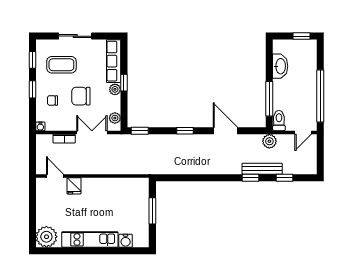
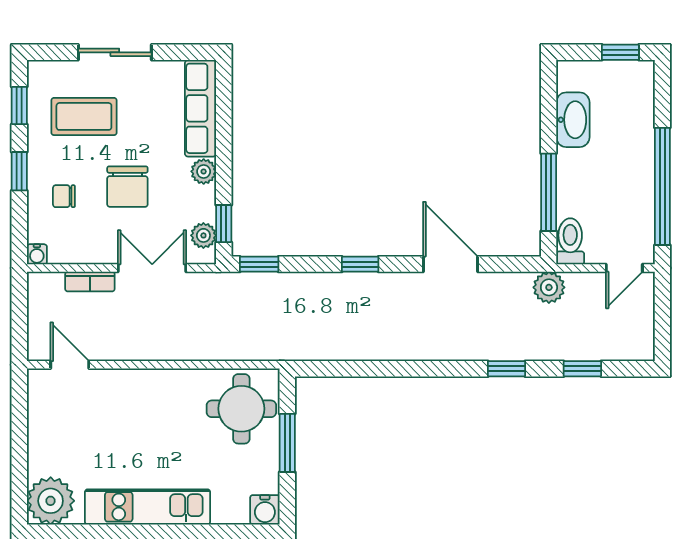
window: (124, 83) -> (224, 224), moved
chair: (81, 96) -> (127, 187), turned -90
bench: (262, 169) -> (533, 349), removed
fridge: (74, 186) -> (112, 387), removed
round table: (132, 196) -> (241, 409), added
water cooler: (126, 241) -> (265, 510), moved

